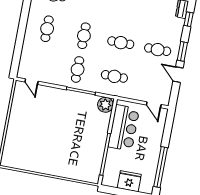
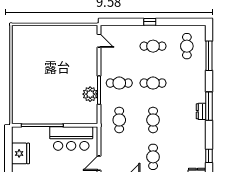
window: (22, 27) -> (150, 22), added
door: (32, 82) -> (99, 41), swing flipped
plant: (105, 105) -> (90, 94), moved

